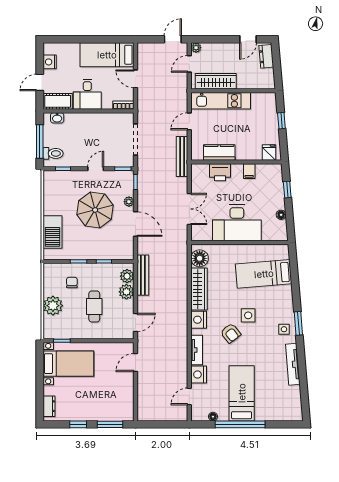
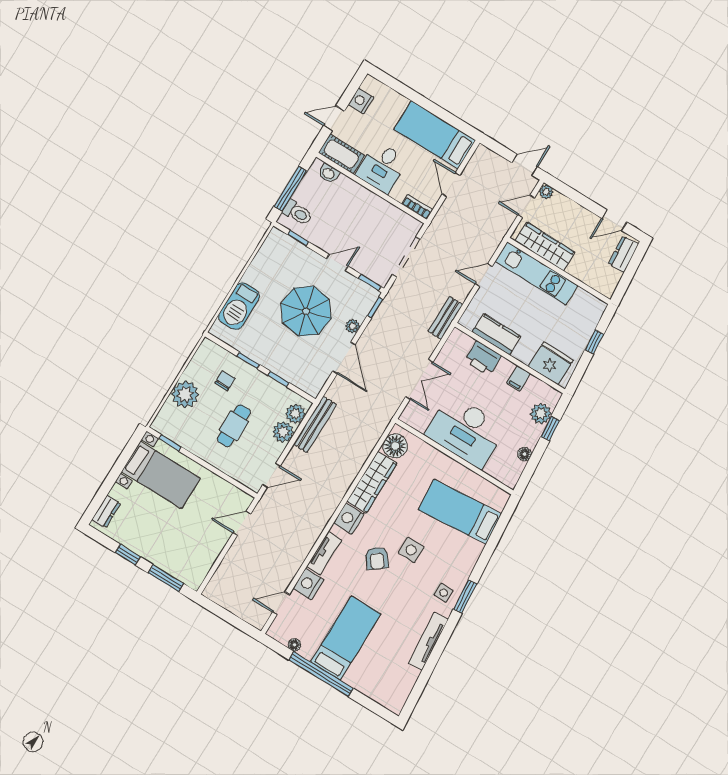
fridge: (269, 152) -> (551, 363), width x1.88, depth x1.34
bench: (182, 156) -> (445, 318), width x0.73
plant: (276, 184) -> (541, 414), added

